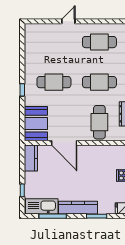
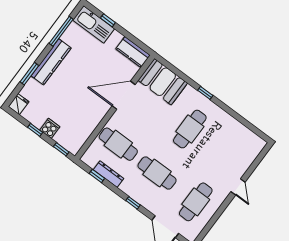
cafe table: (99, 82) -> (157, 173), turned 90
kitchen sink: (42, 206) -> (94, 24), moved, turned 90

